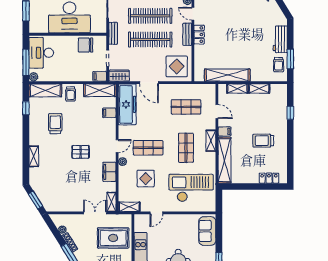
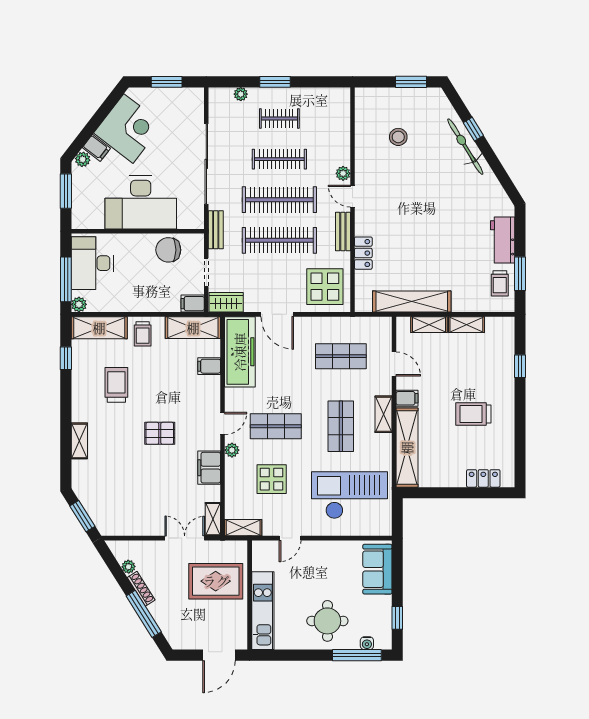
locker: (199, 35) -> (363, 253), moved

